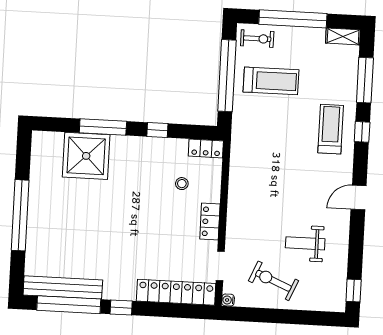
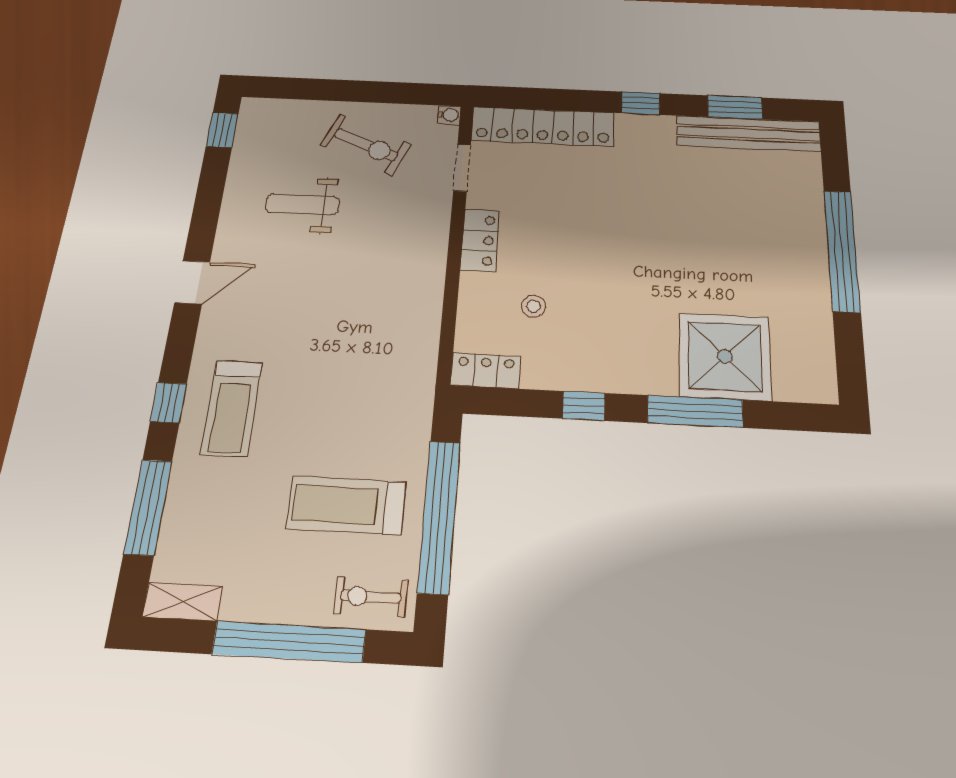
weight bench: (305, 243) -> (302, 205), turned 180
window: (69, 305) -> (735, 107), width x0.47

